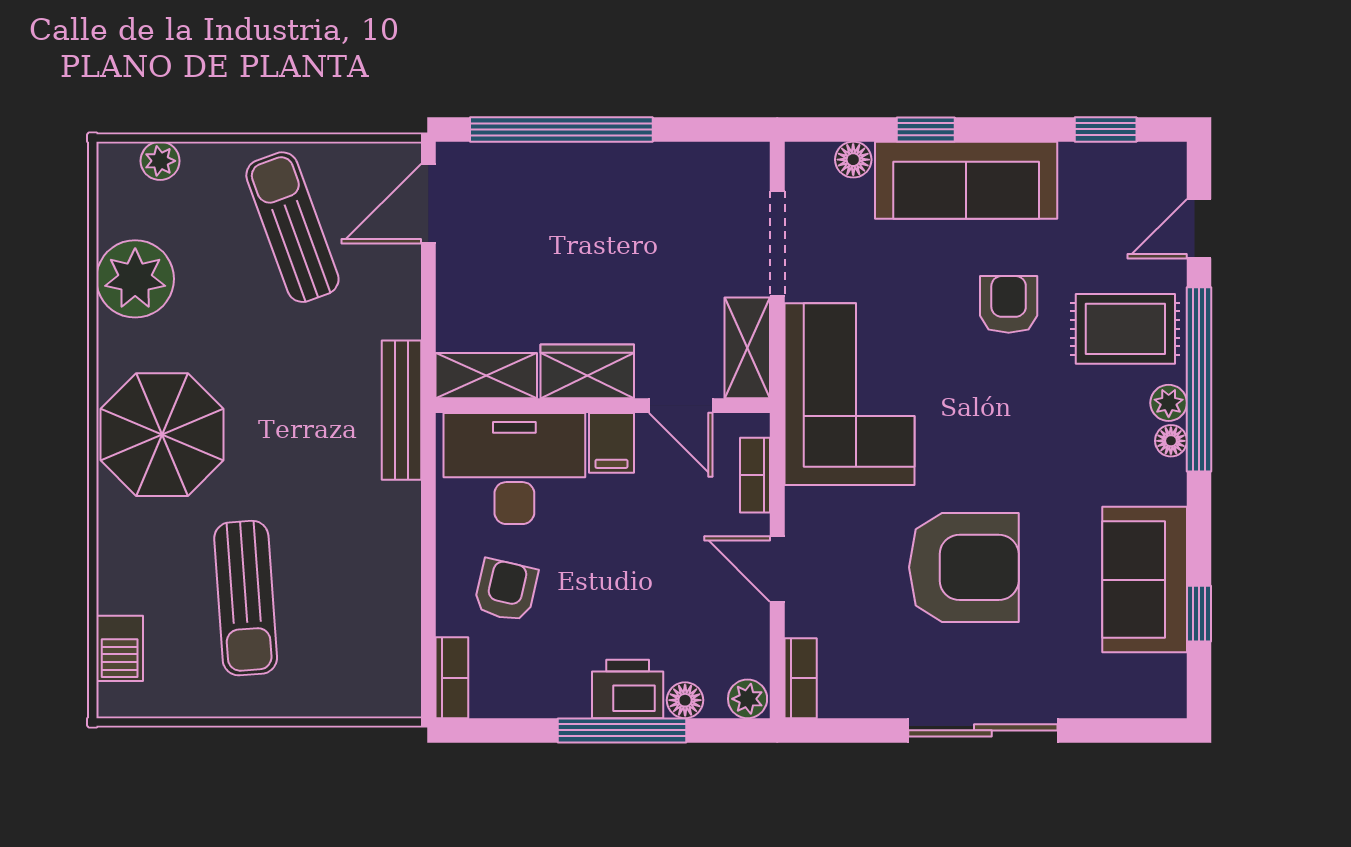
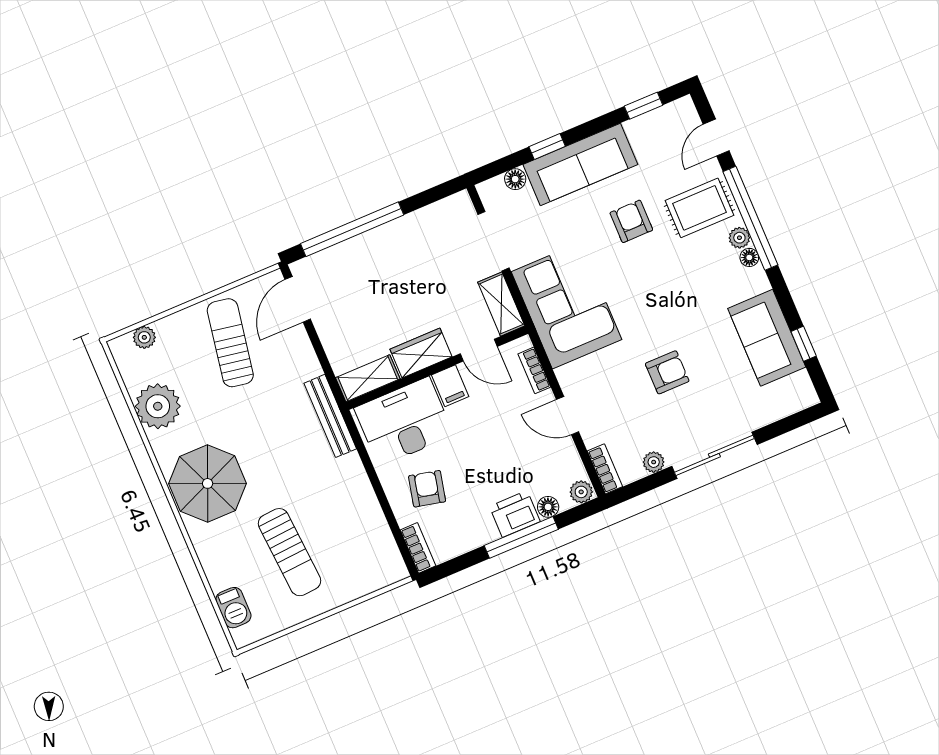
sun lounger: (292, 227) -> (230, 343), turned 30
armchair: (964, 567) -> (667, 372), width x0.53, depth x0.53
plant: (882, 700) -> (654, 462), added

